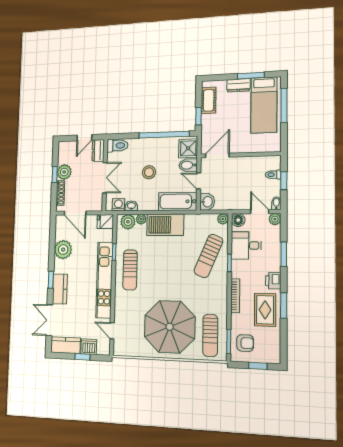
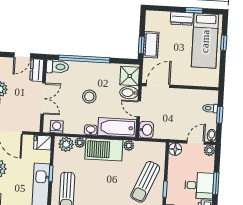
window: (251, 76) -> (194, 10), width x0.67
cot: (209, 100) -> (151, 45), moved
window: (284, 105) -> (224, 43), width x0.46
window: (164, 135) -> (84, 59), moved
washbasin: (131, 206) -> (91, 130), moved
door: (260, 212) -> (196, 142), hinge flipped
plant: (223, 219) -> (129, 145), moved
desk: (246, 245) -> (199, 185), moved, turned 180

